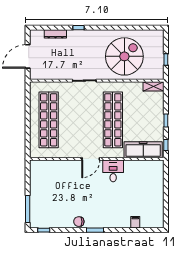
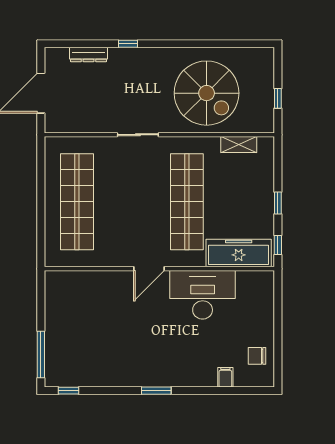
spiral stairs: (124, 56) -> (207, 93), turned 90
shelving: (154, 86) -> (239, 145), moved
desk: (113, 171) -> (203, 295), width x1.87, depth x1.30
chair: (79, 222) -> (257, 356), moved

